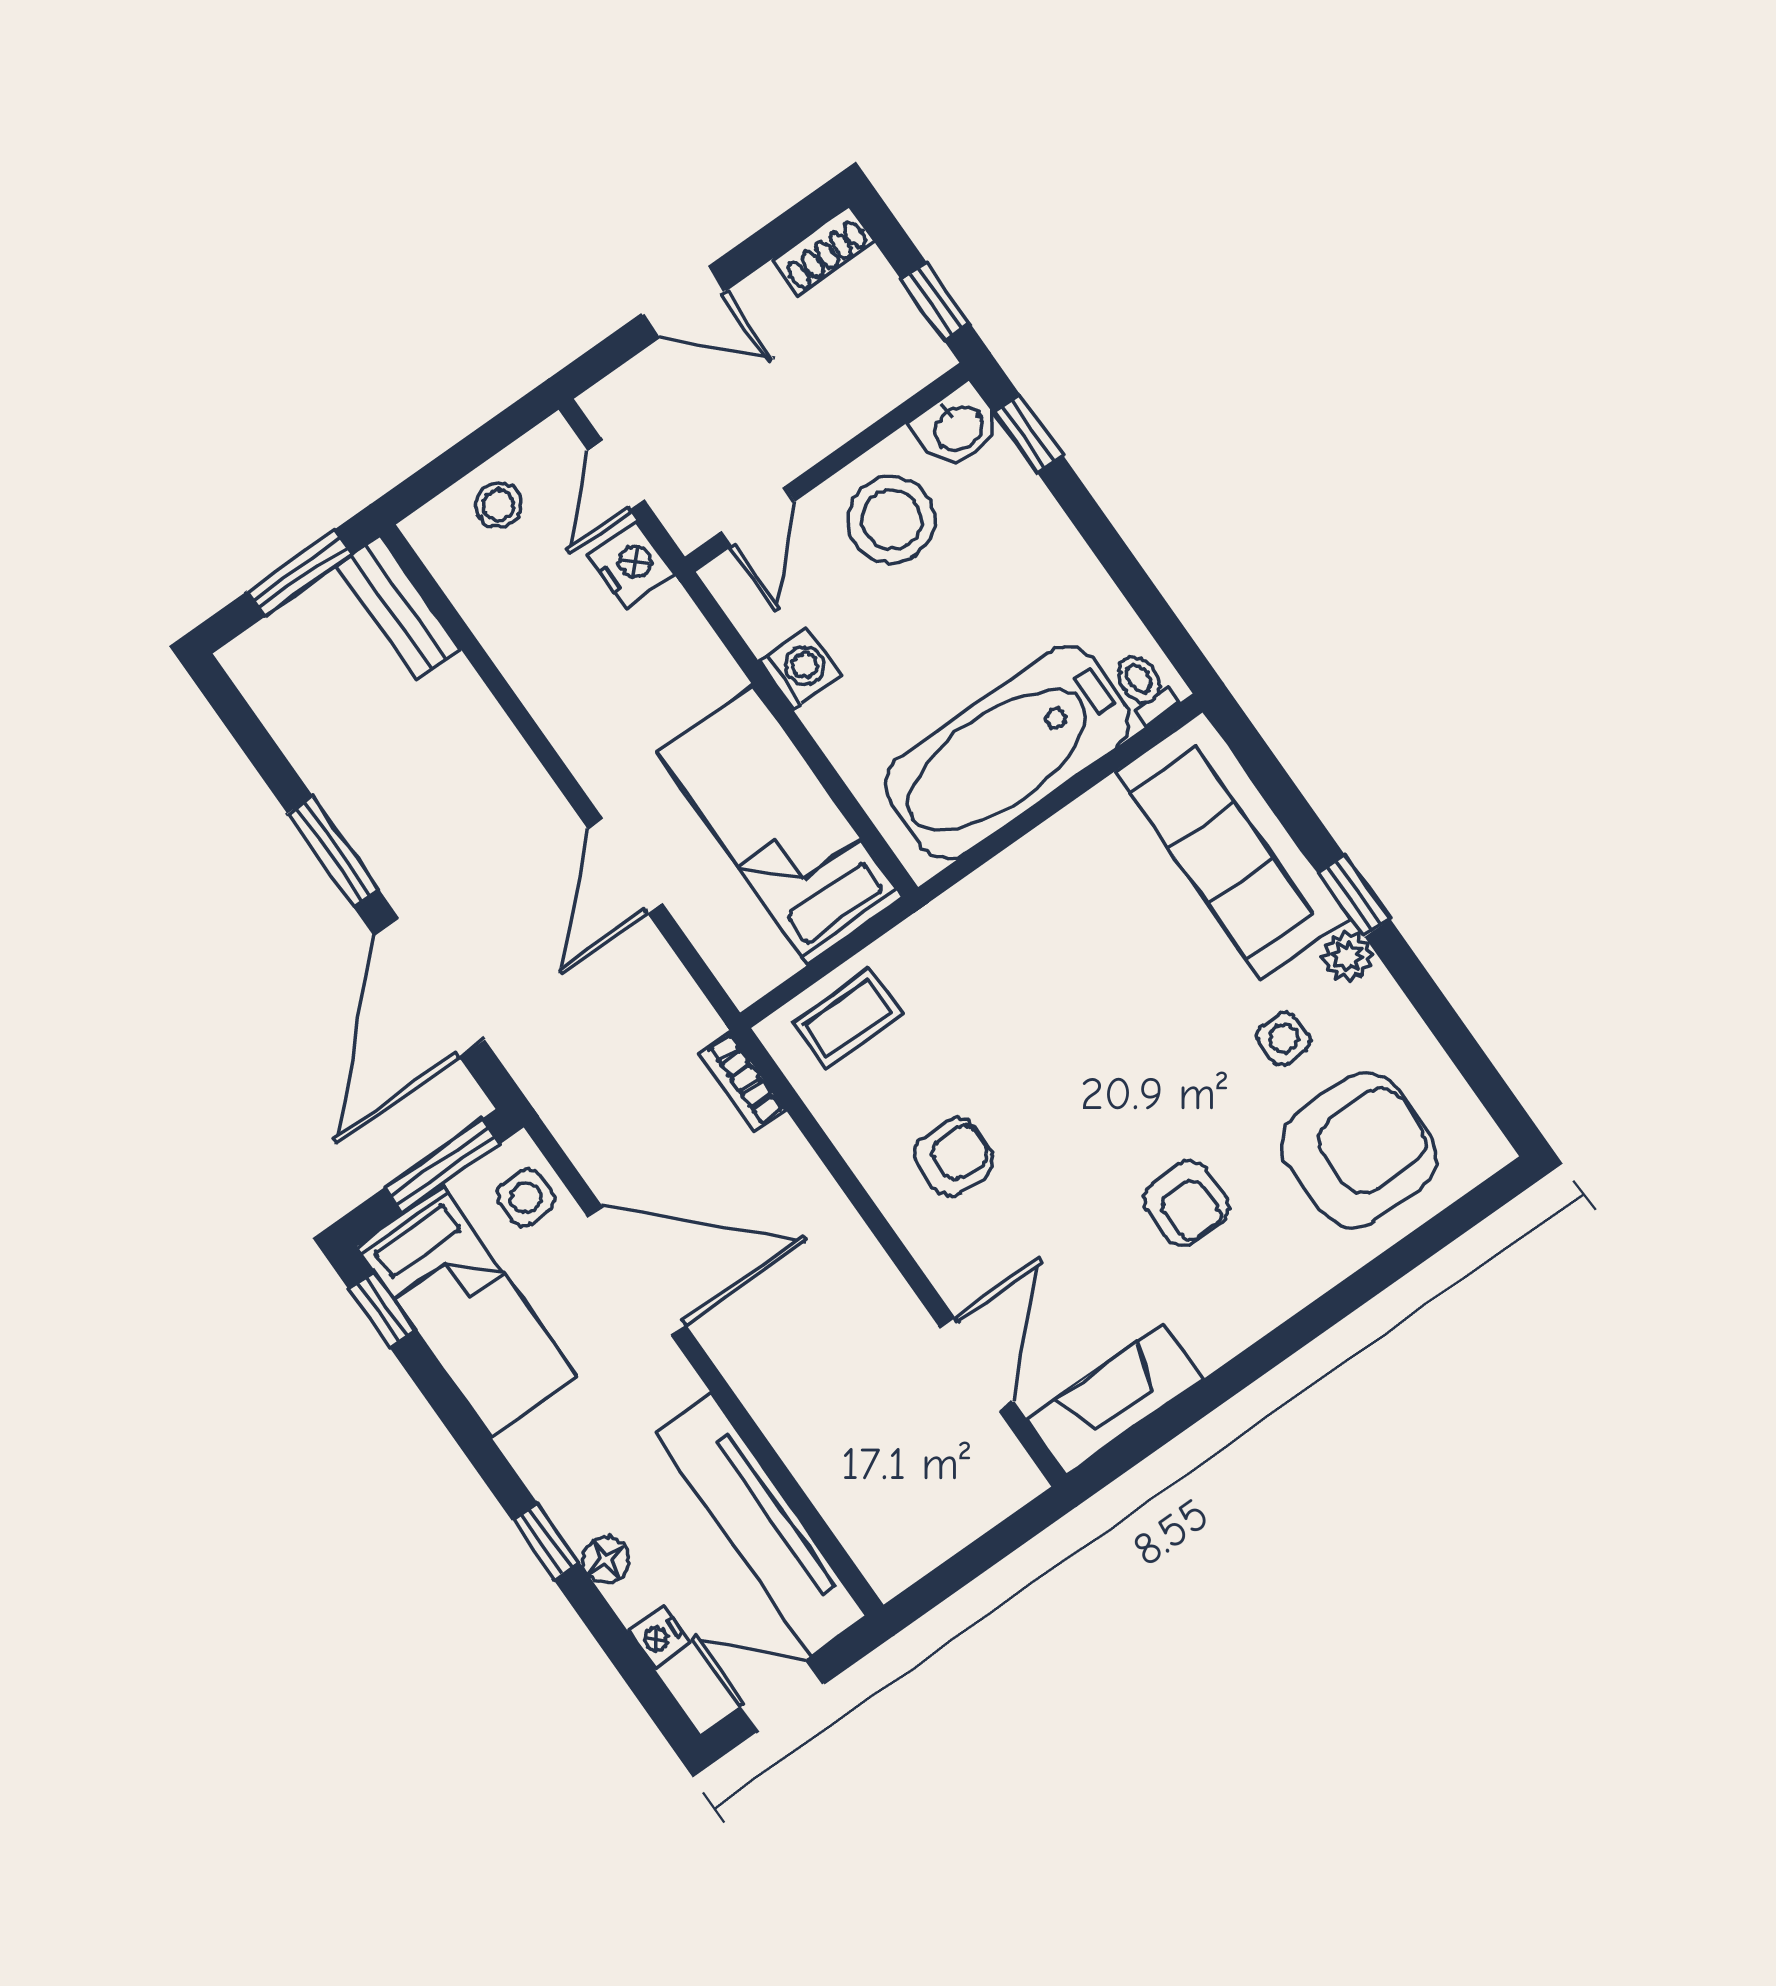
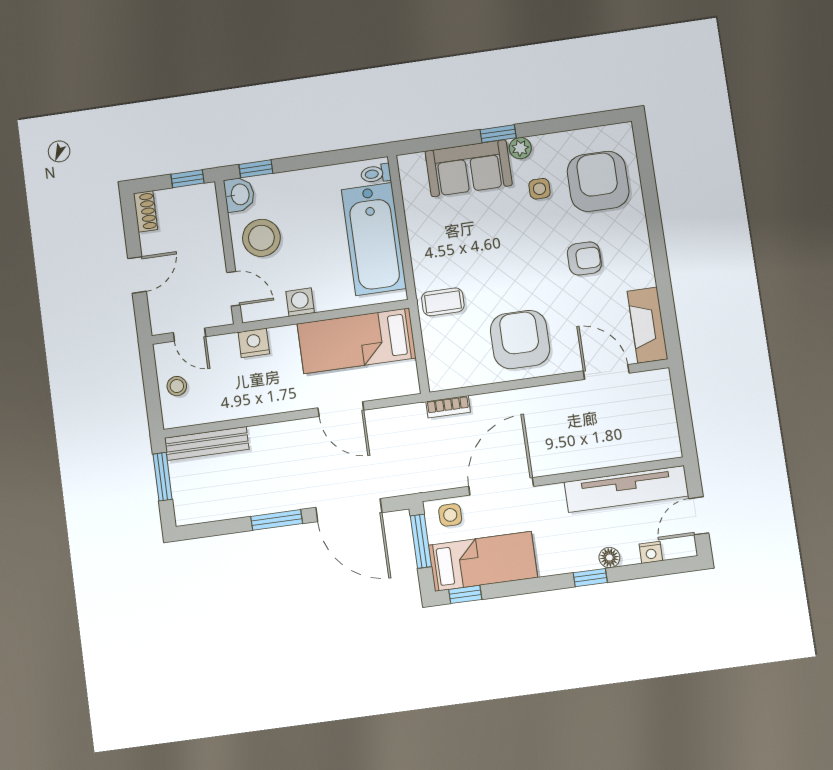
nightstand: (631, 565) -> (254, 343), moved
bench: (399, 607) -> (207, 444), width x1.36
sofa: (1233, 844) -> (469, 168), width x0.73
coffee table: (848, 1019) -> (443, 302), moved, turned 90
armchair: (954, 1157) -> (520, 340), width x1.88, depth x1.88

